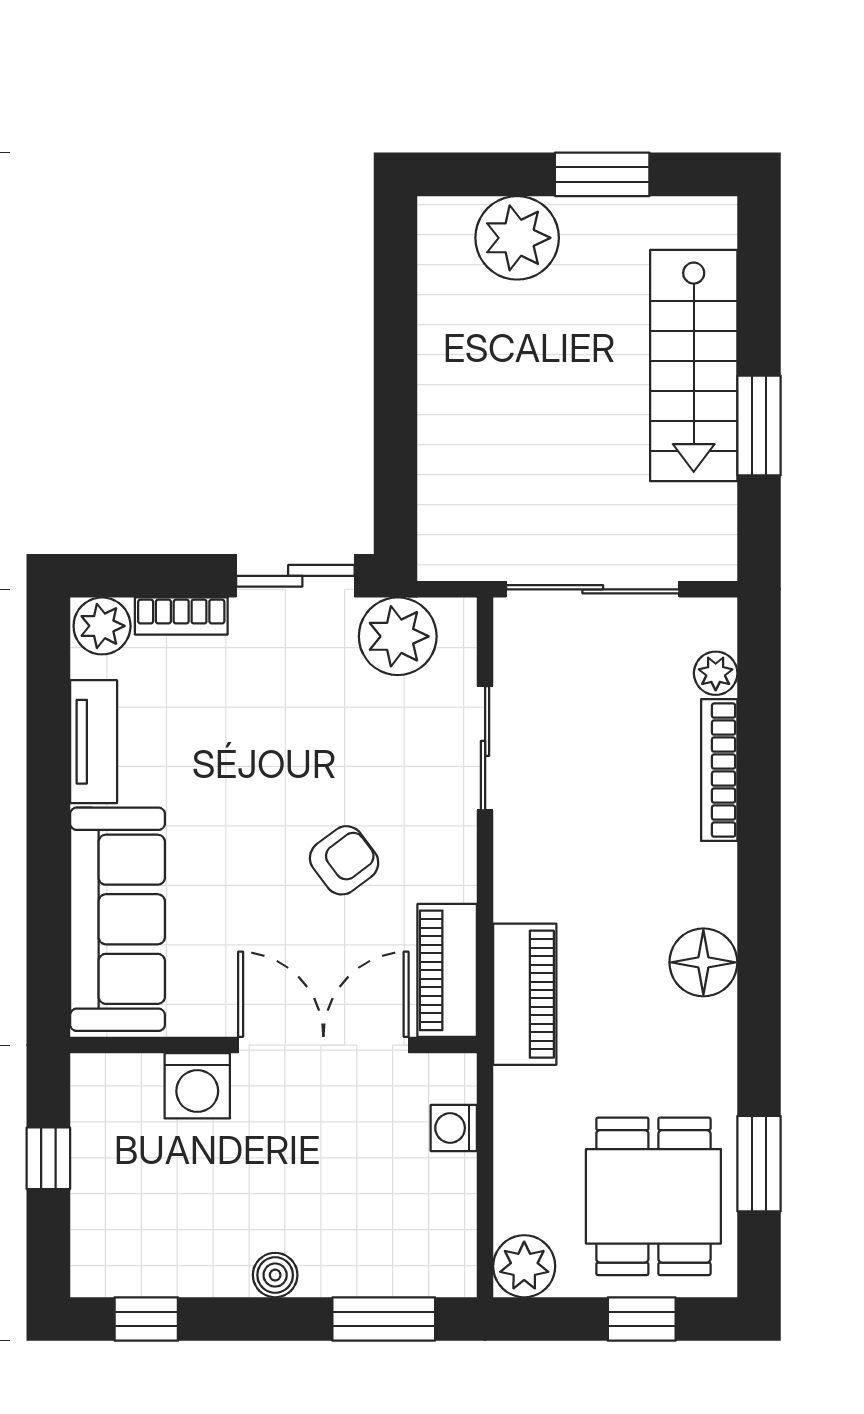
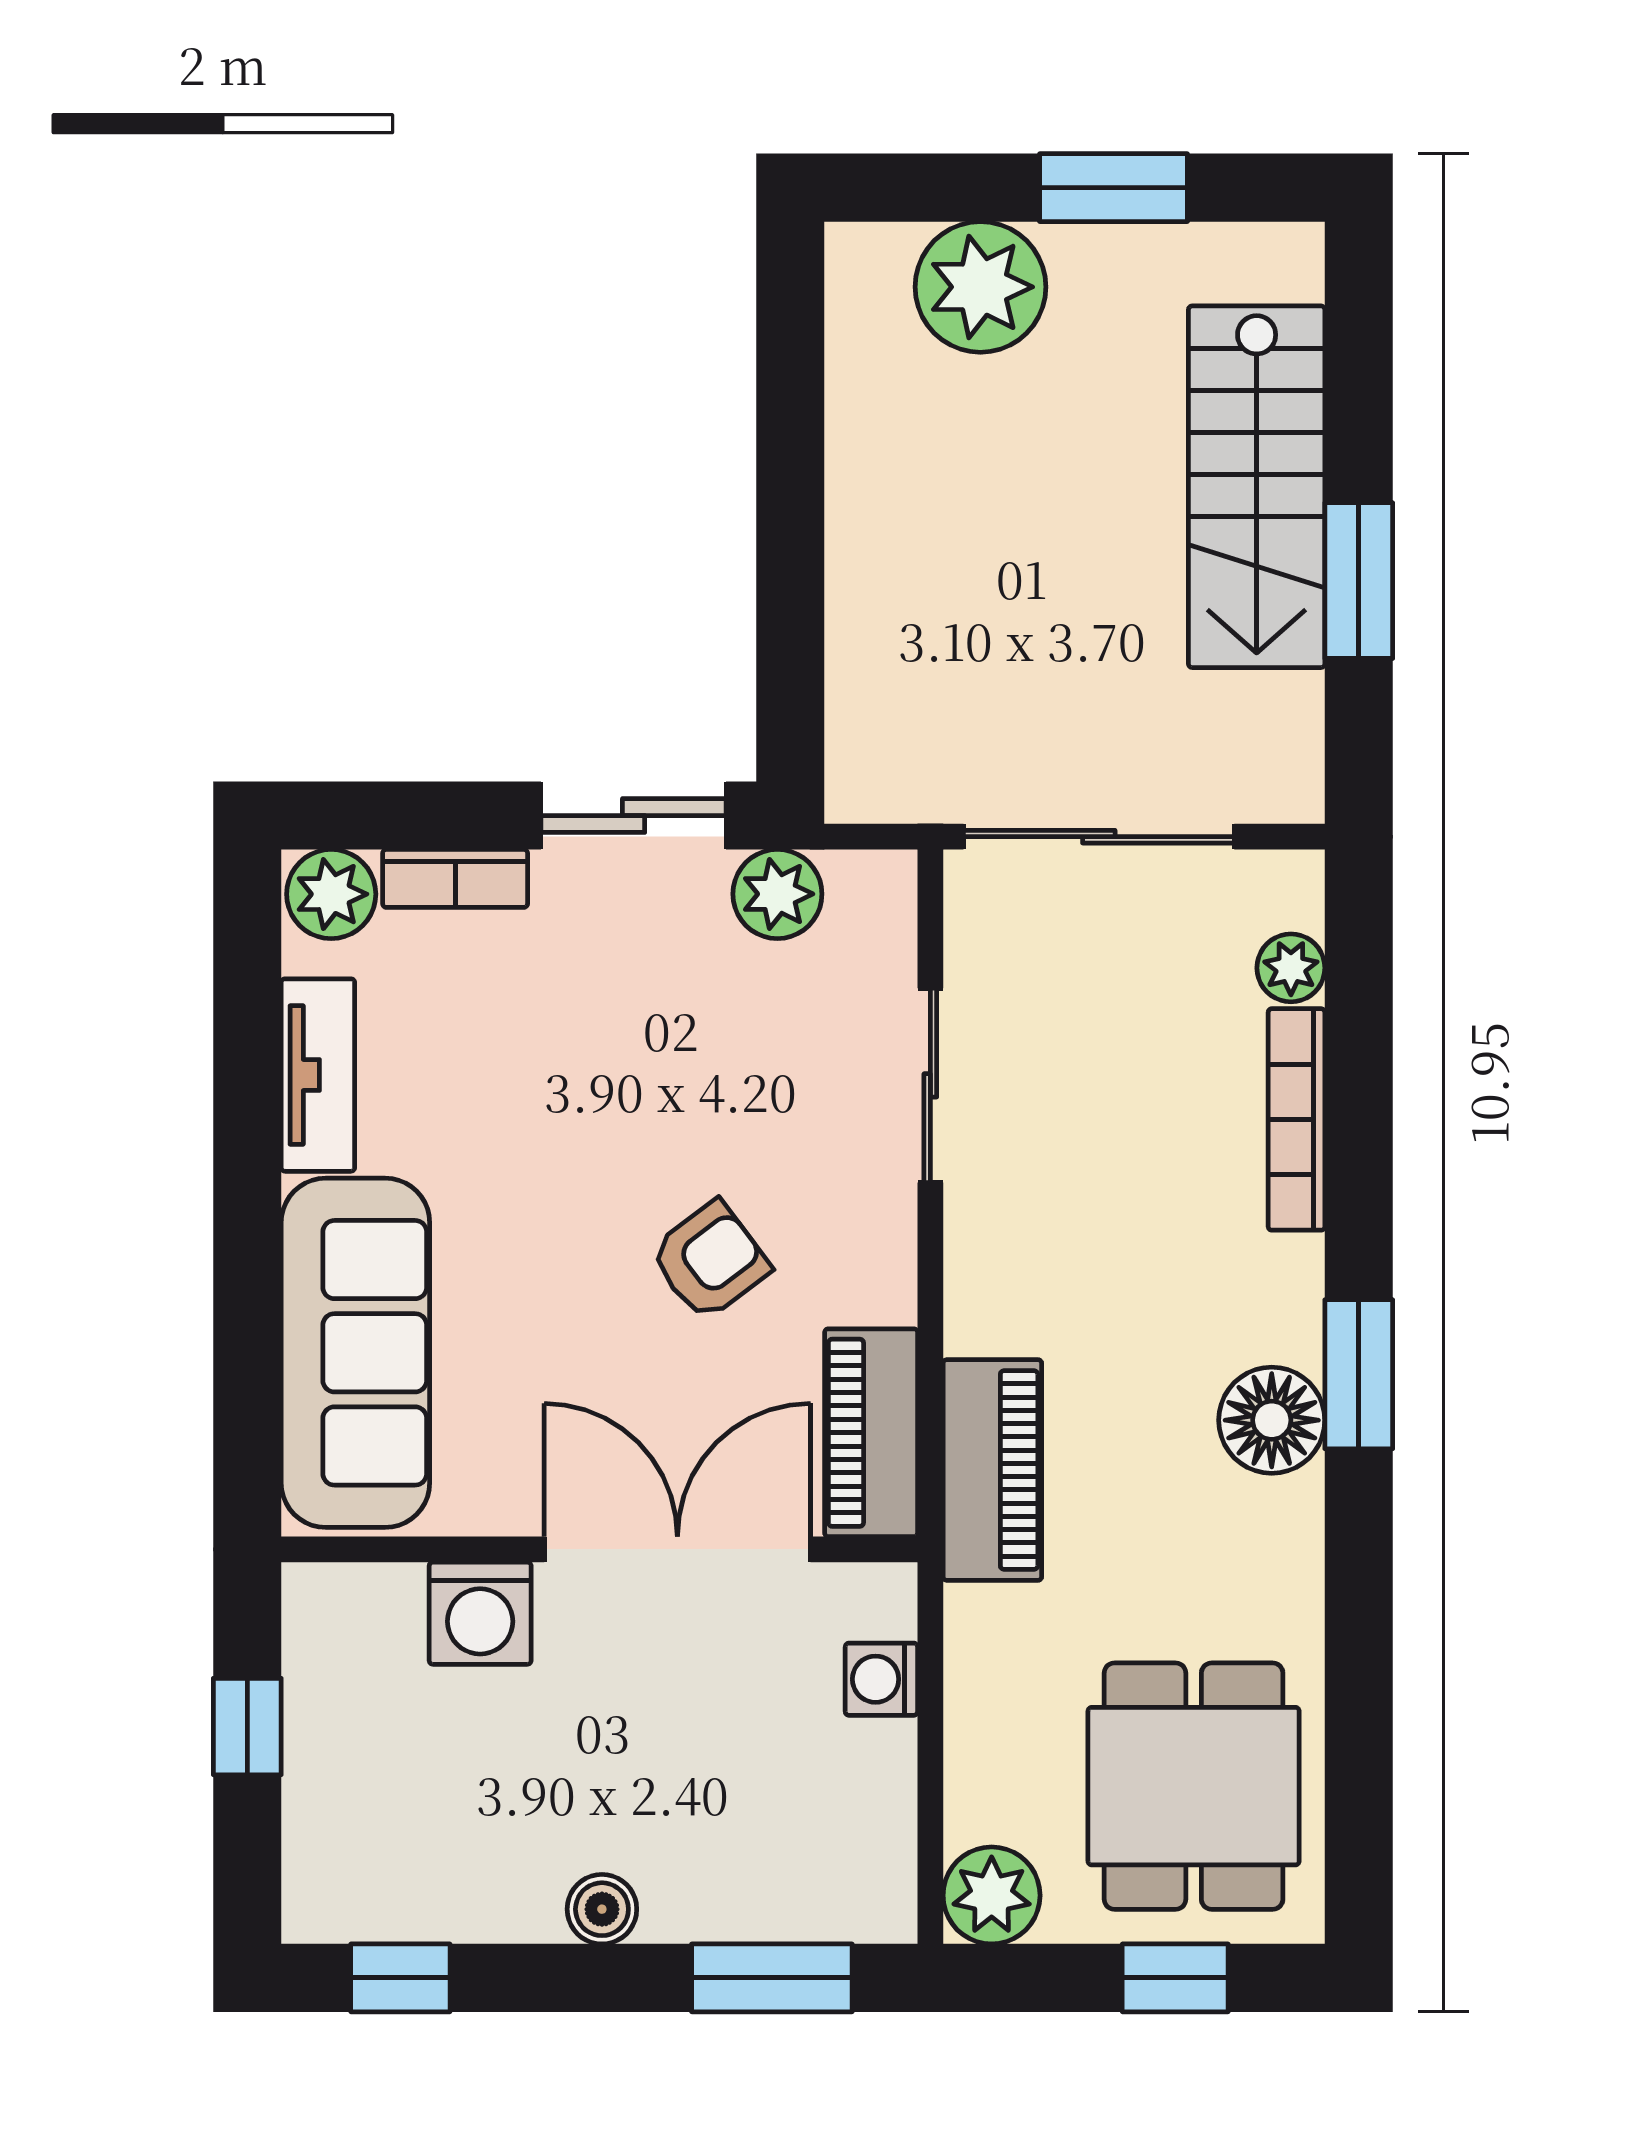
plant: (398, 636) -> (777, 894), width x0.73, depth x0.73
window: (759, 1164) -> (1359, 1374), moved

